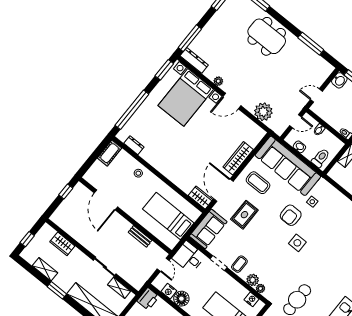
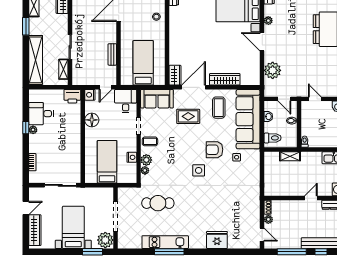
nightstand: (169, 291) -> (90, 95), moved
nightstand: (252, 299) -> (132, 157), moved

